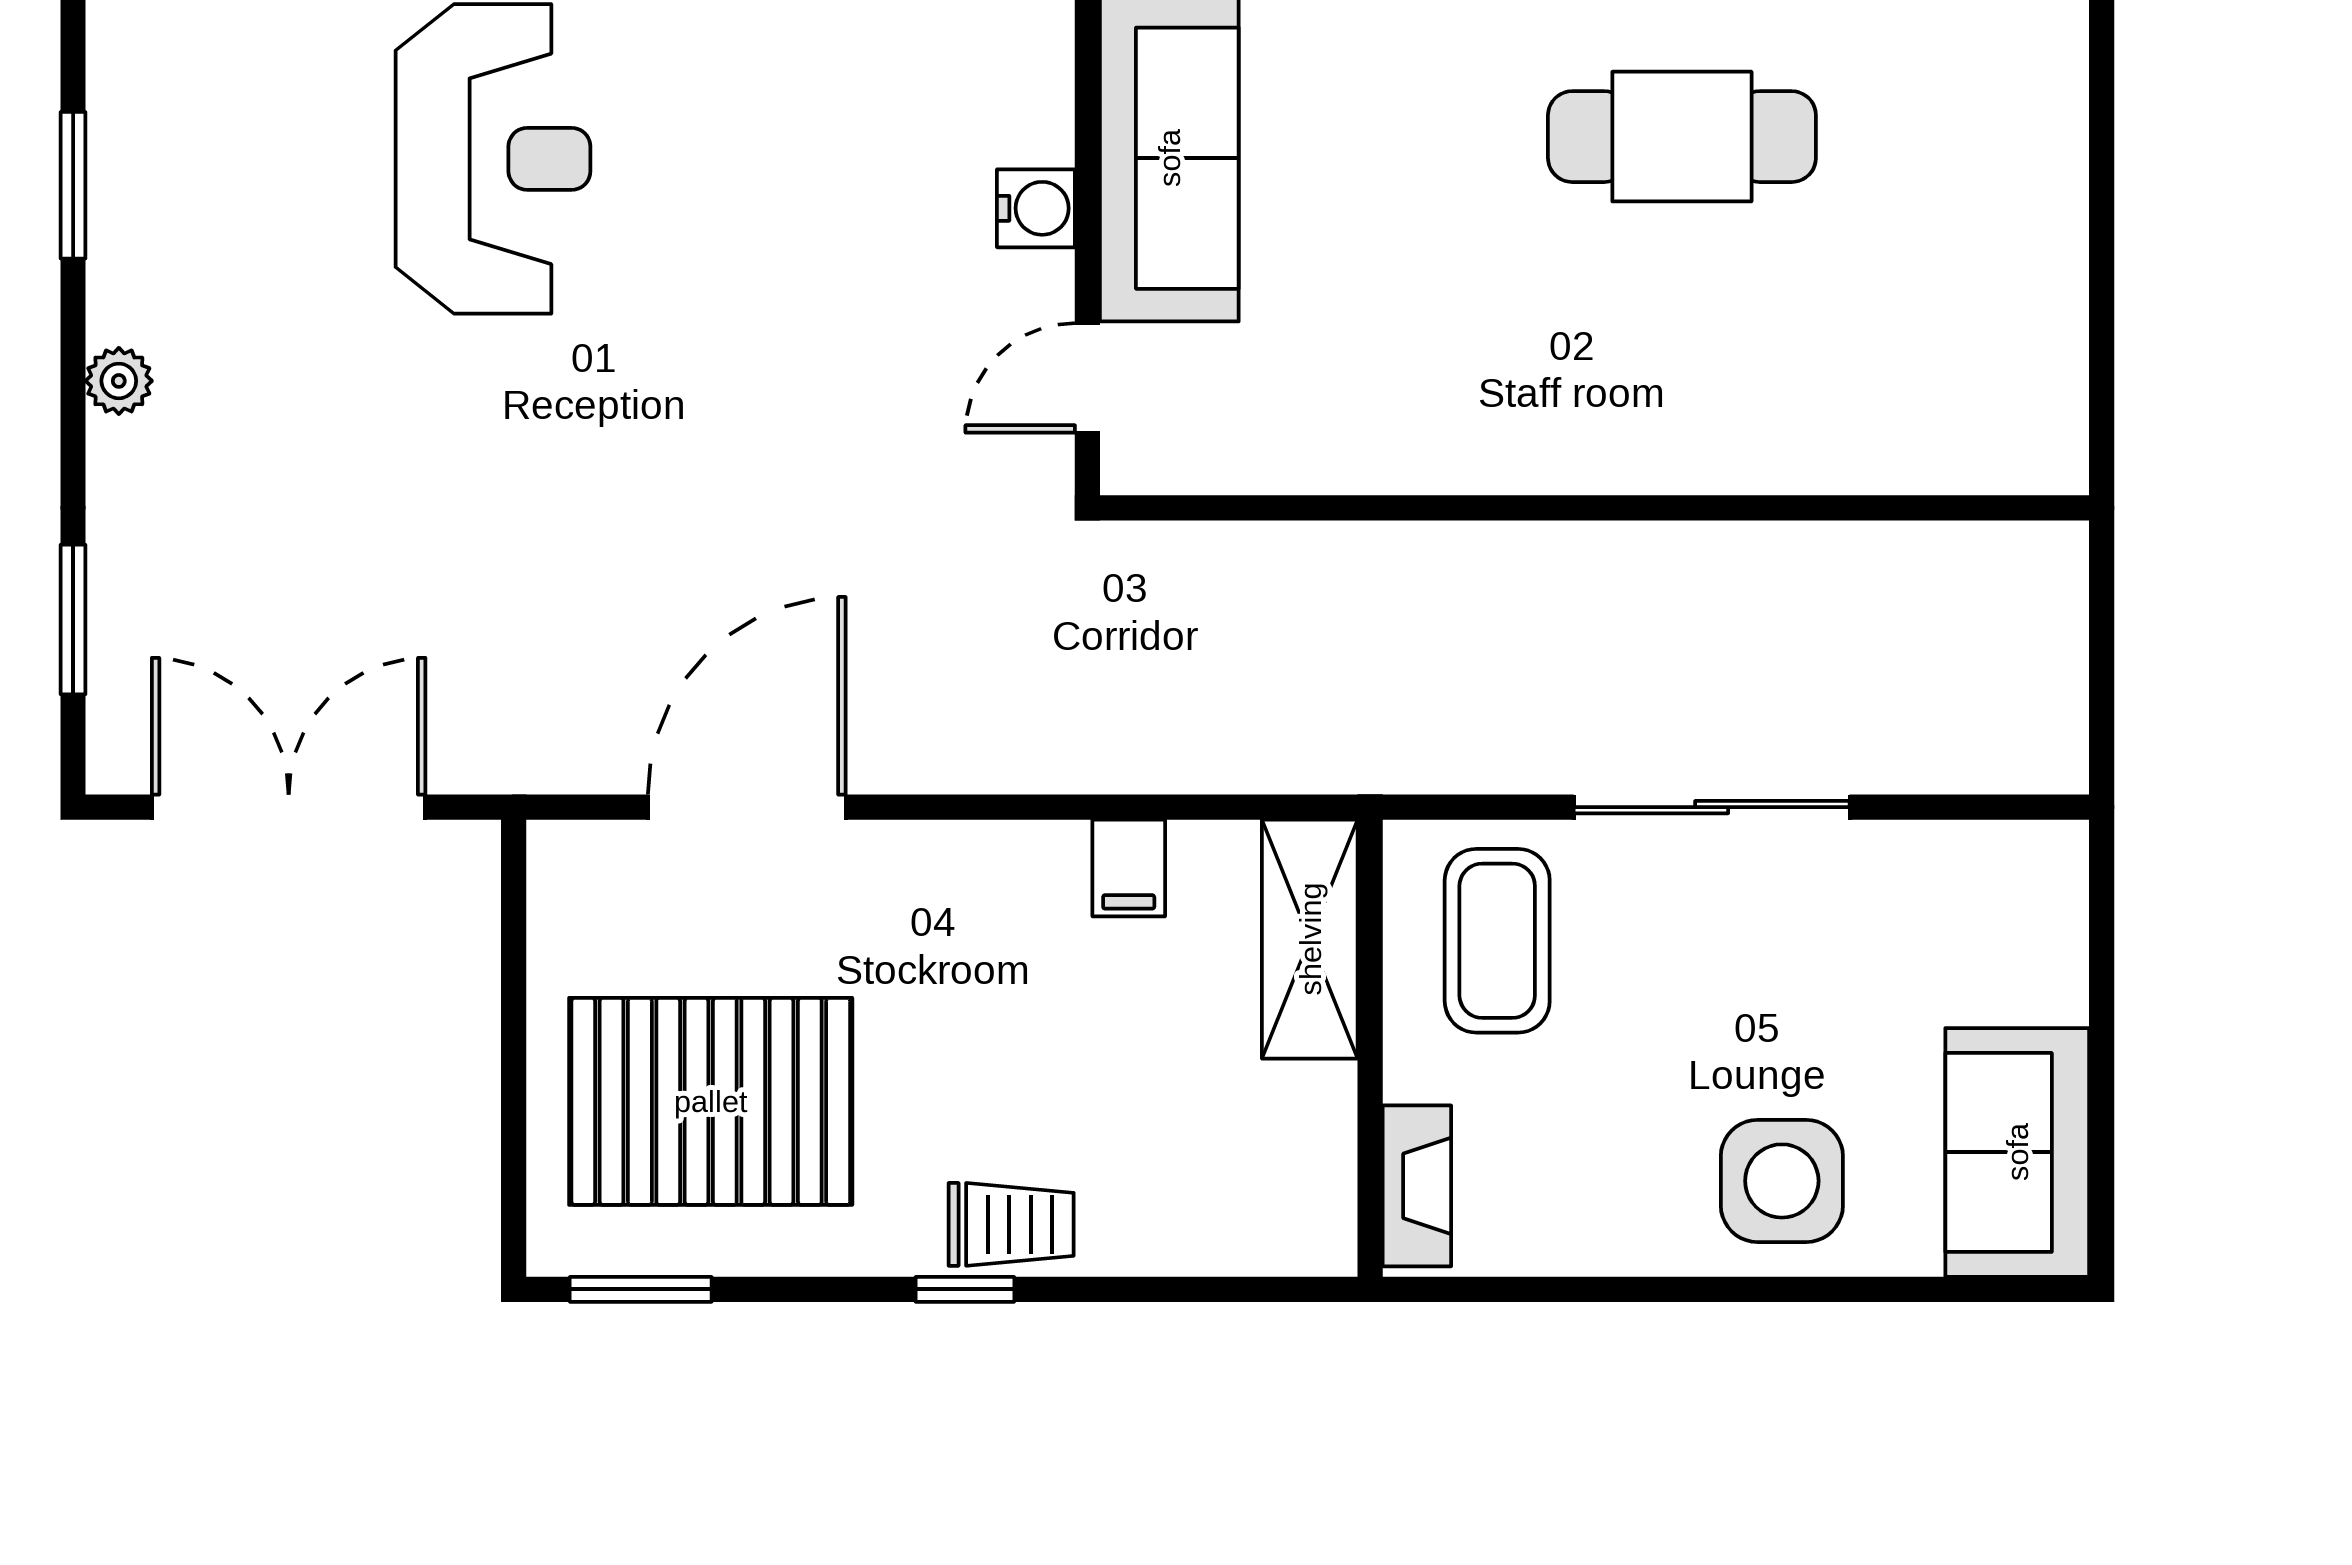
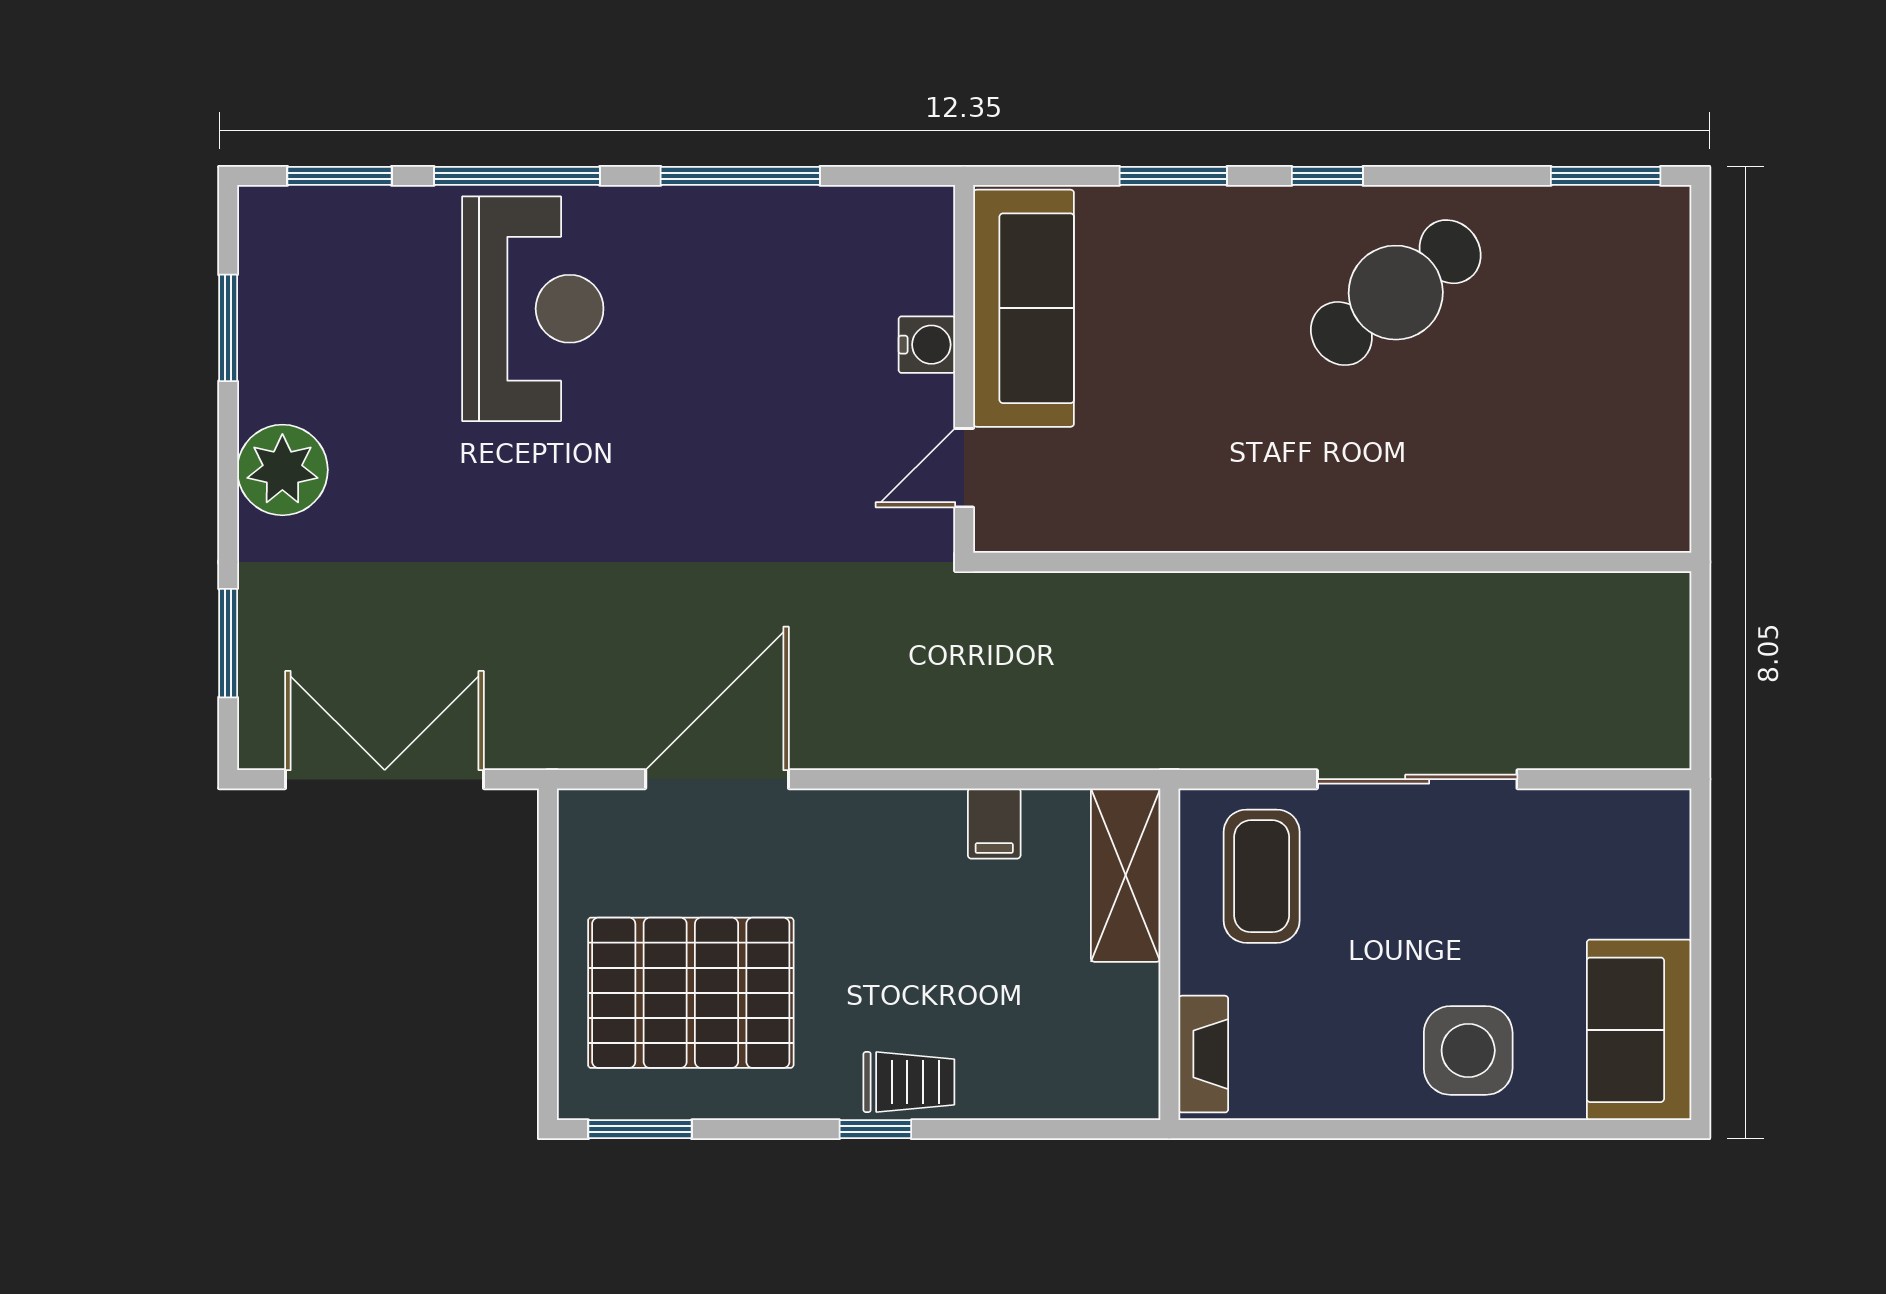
cafe table: (1682, 137) -> (1396, 293), turned -37
plant: (119, 381) -> (282, 470), width x1.88, depth x1.88

